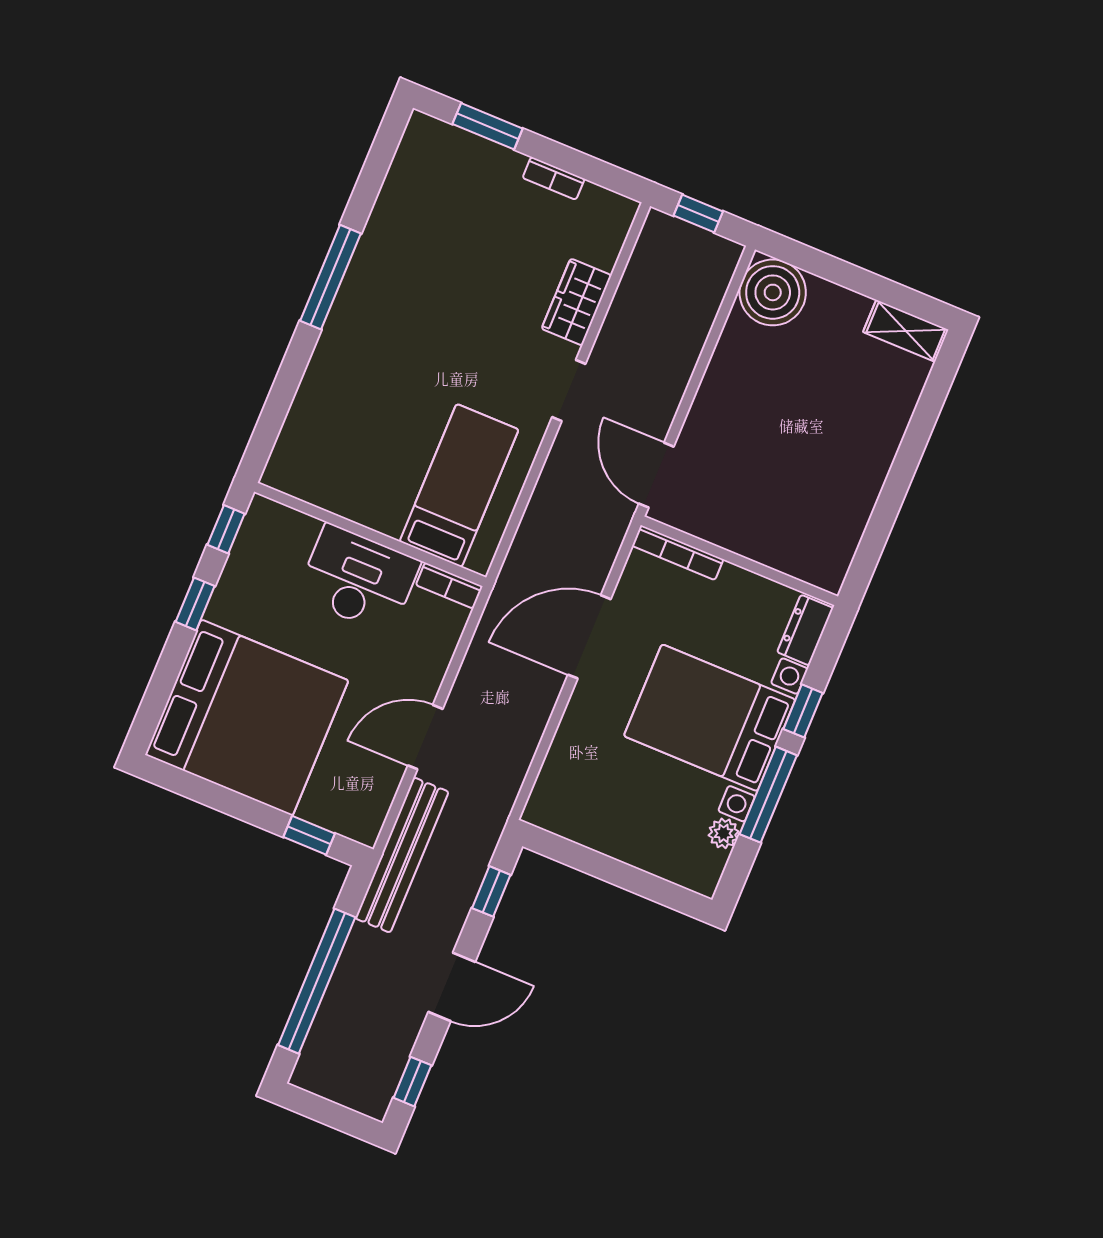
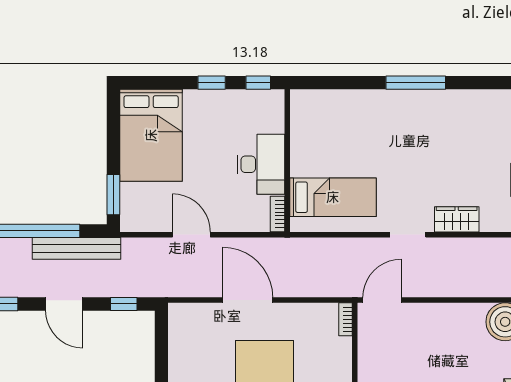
bookcase: (678, 553) -> (346, 319), width x0.64
door: (589, 637) -> (248, 300), moved
bed: (247, 718) -> (151, 135), width x0.73
window: (309, 835) -> (113, 195), width x1.50
bench: (402, 855) -> (77, 248), moved

